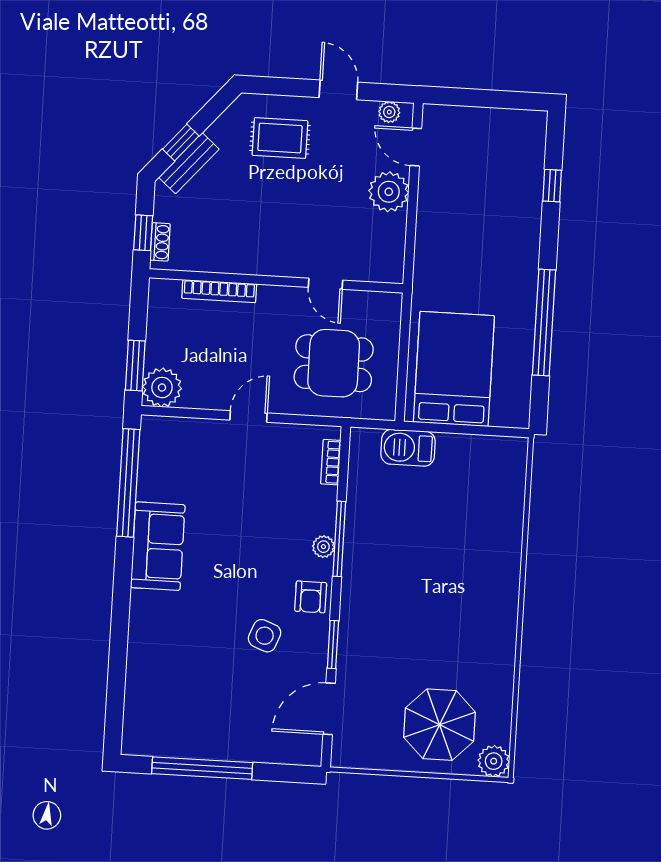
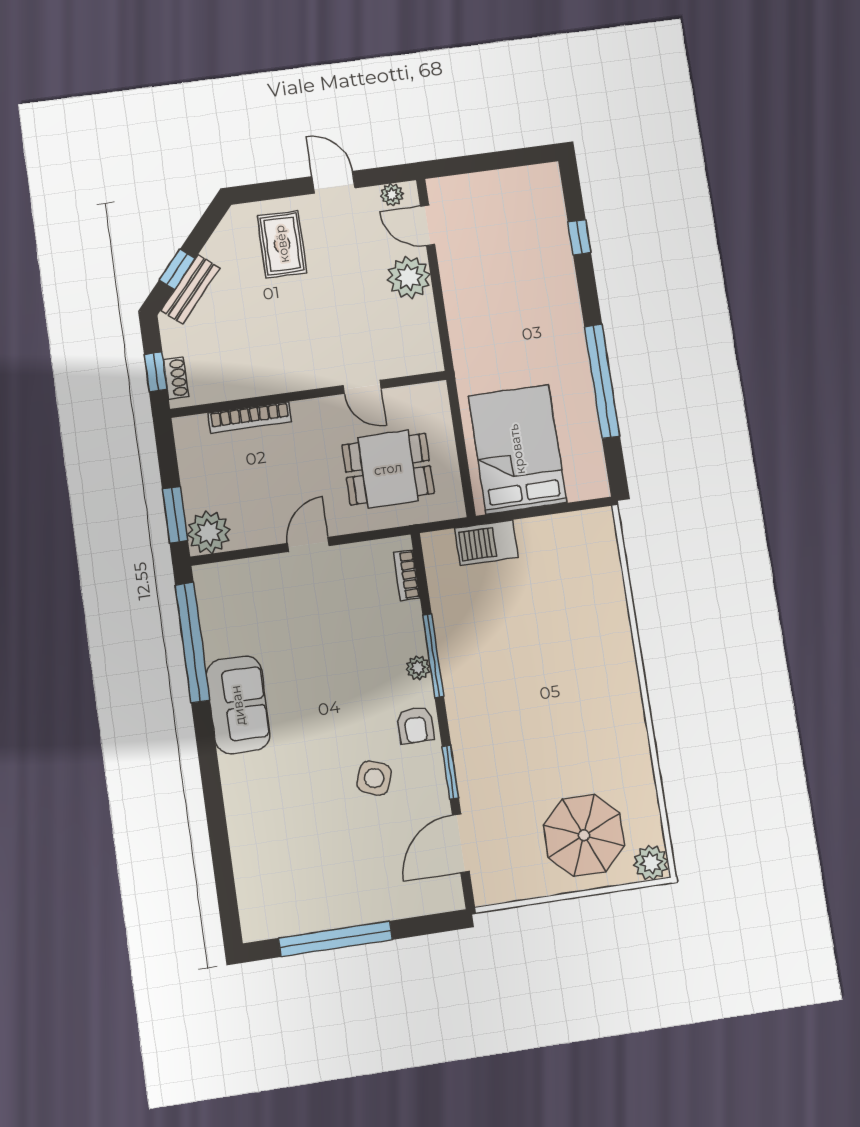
rug: (280, 138) -> (282, 244), turned 90

